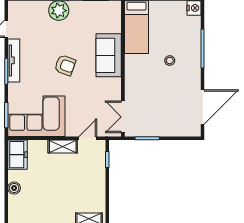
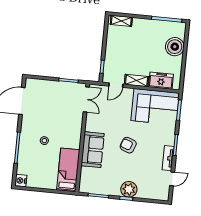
tv unit: (14, 60) -> (168, 158), width x0.71
freezer: (17, 155) -> (161, 81), moved, turned 90
boiler: (14, 188) -> (175, 47), width x1.86, depth x1.86

